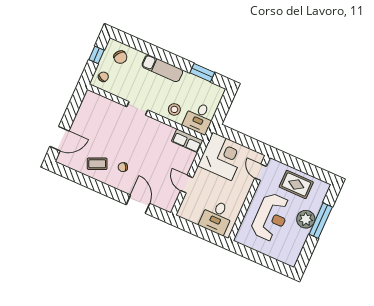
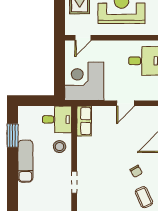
exam couch: (162, 68) -> (25, 161), moved

